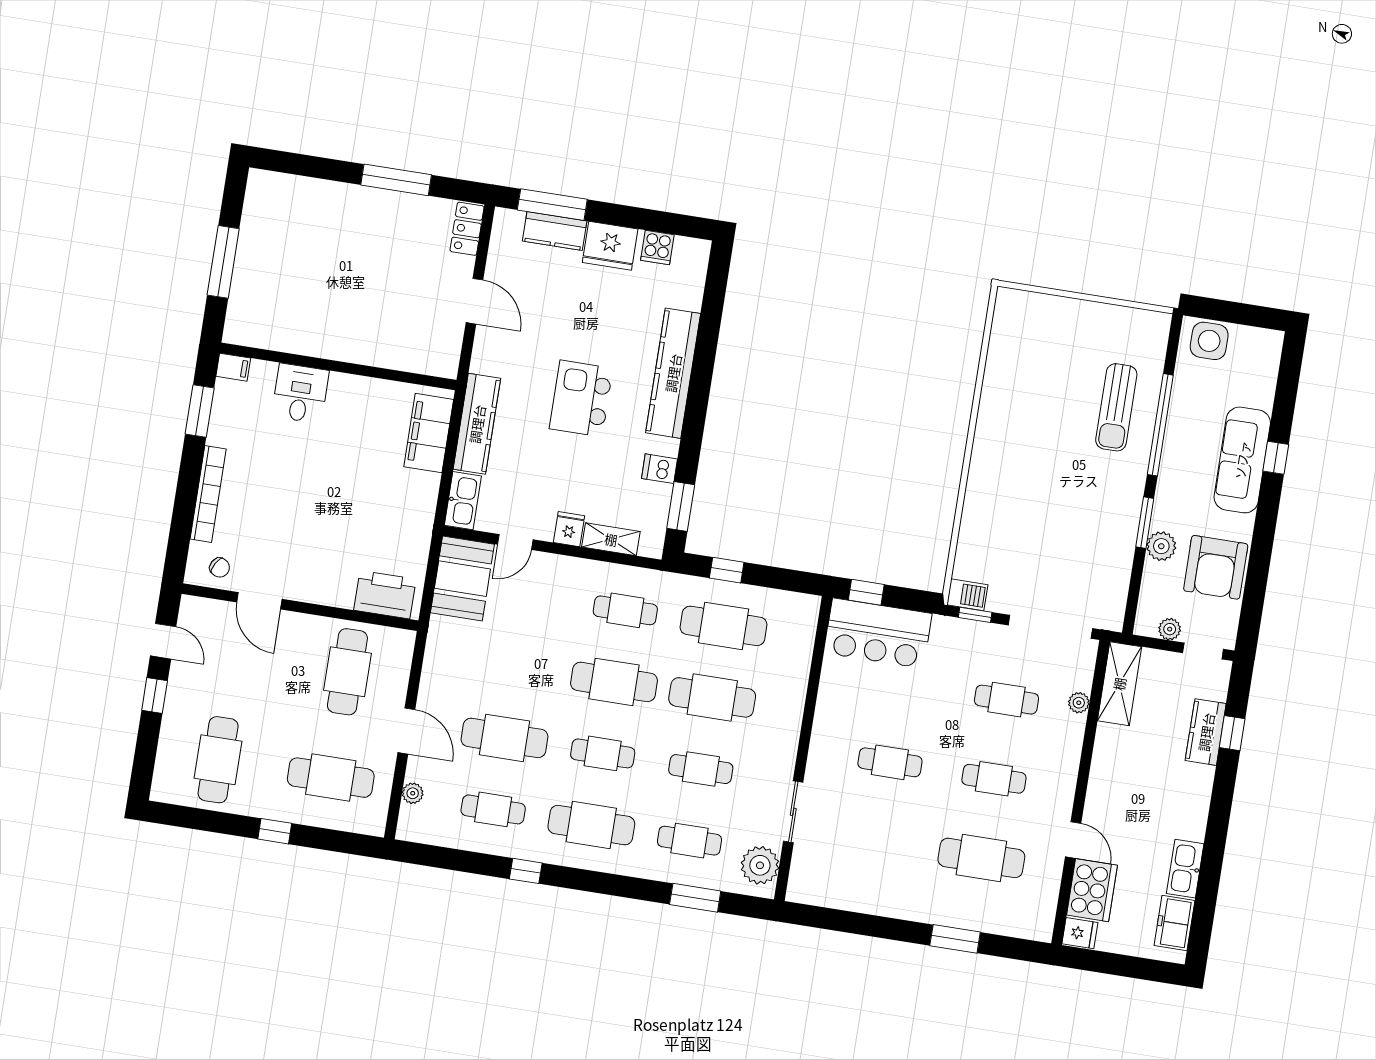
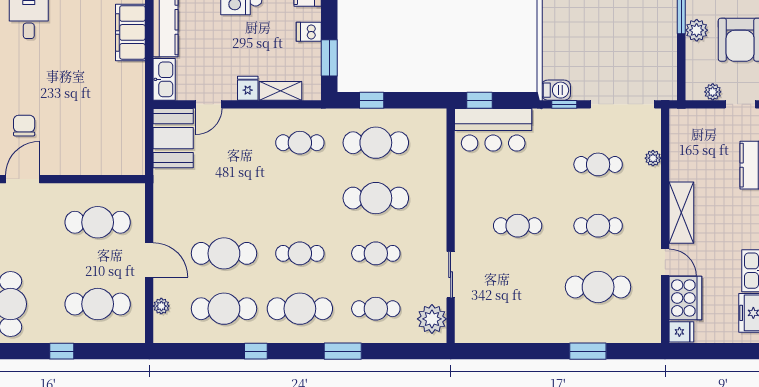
chair: (272, 532) -> (24, 126), added
printer: (385, 595) -> (117, 160), removed
door: (259, 601) -> (23, 179), swing flipped
cafe table: (347, 672) -> (98, 222), turned 90
cafe table: (614, 682) -> (300, 198), removed
shelving: (1119, 684) -> (681, 213), moved
cafe table: (493, 809) -> (224, 309), width x1.37, depth x1.35
window: (695, 898) -> (343, 351), moved

